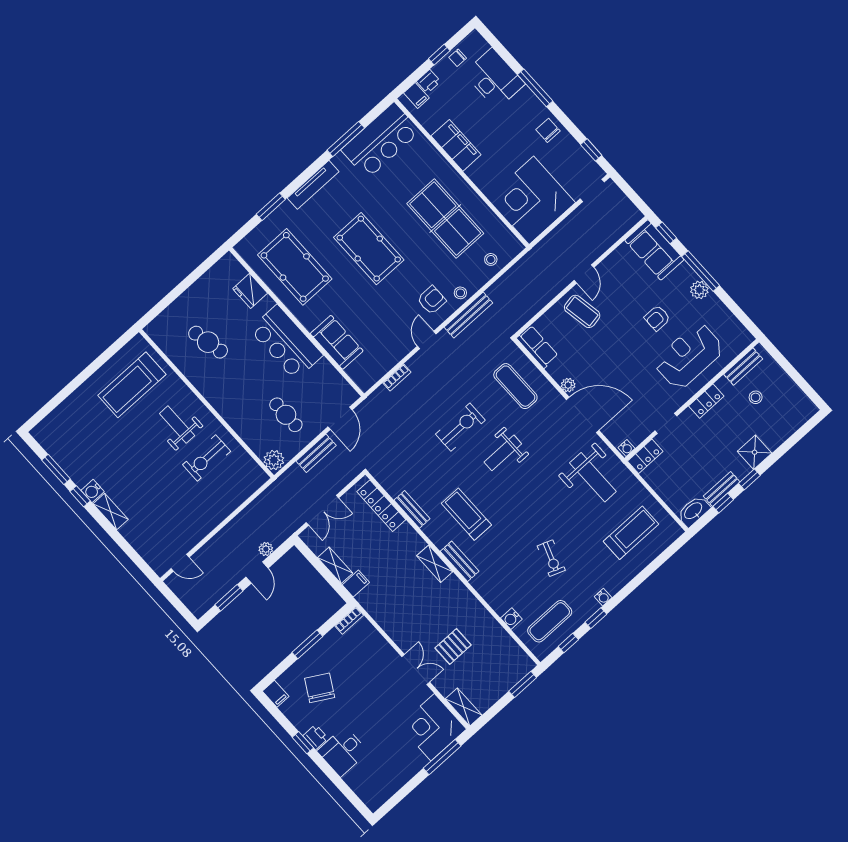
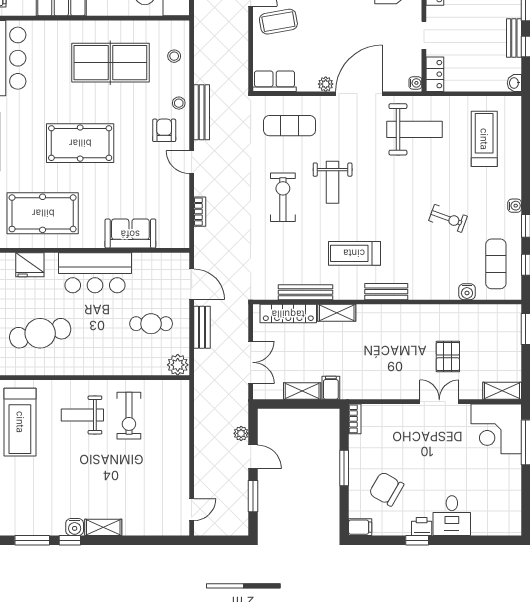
cafe table: (208, 342) -> (40, 333), width x1.37, depth x1.35
bench: (412, 509) -> (305, 292), width x1.36
washbasin: (694, 511) -> (514, 83), width x0.52, depth x0.69
shelving: (435, 564) -> (337, 313), moved

